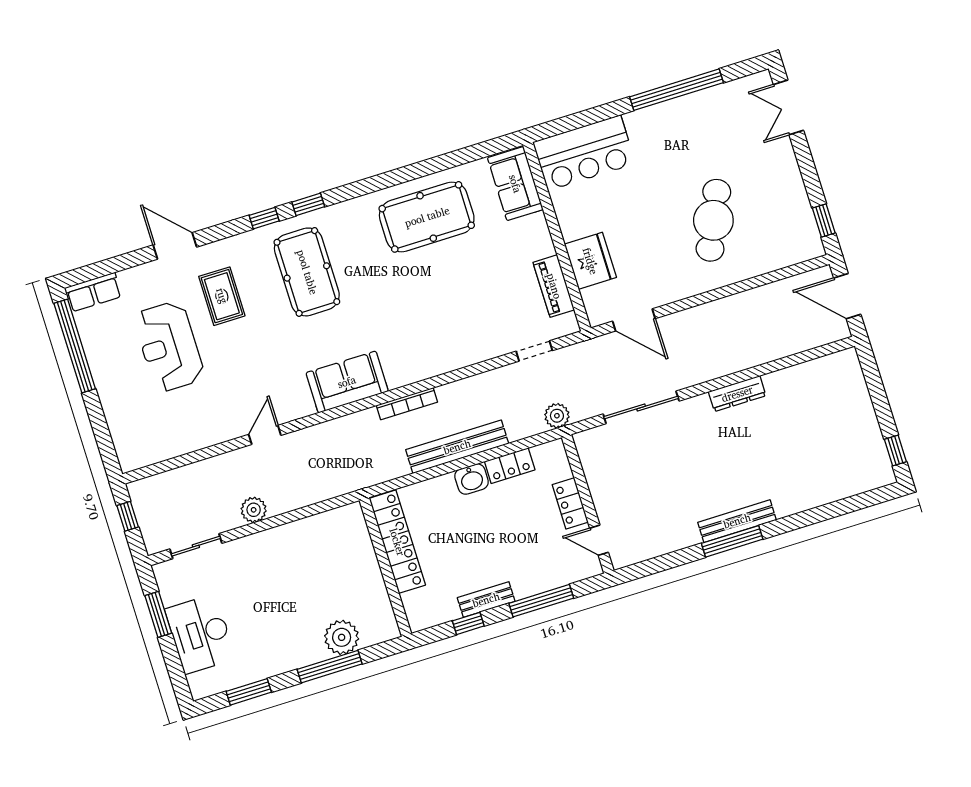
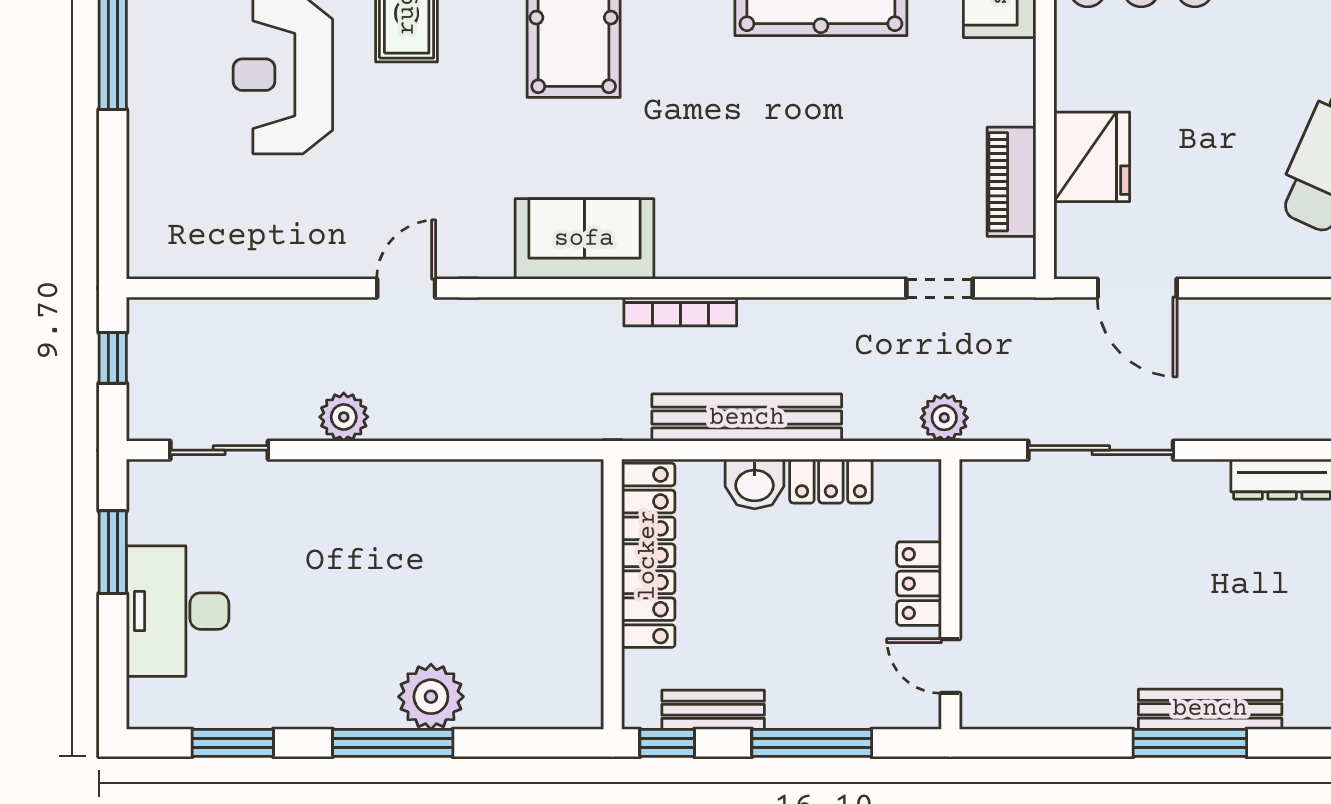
locker: (397, 542) -> (648, 555), moved
wall: (385, 567) -> (613, 594), moved

